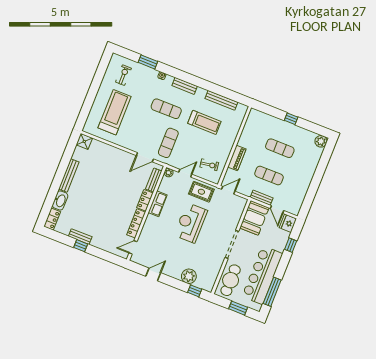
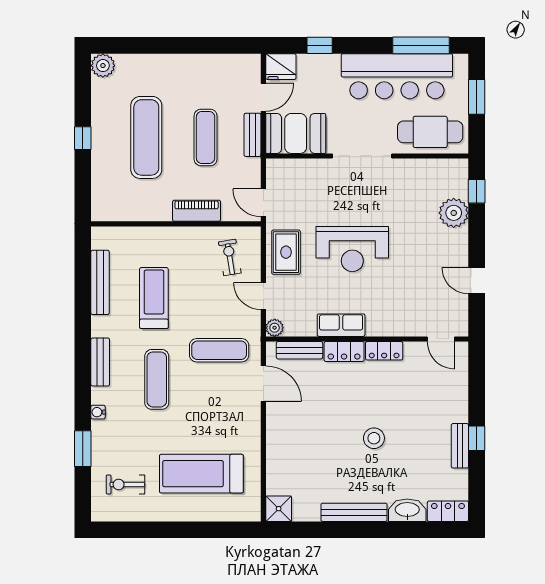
exercise mat: (280, 148) -> (146, 137), width x1.36, depth x1.45
stool: (99, 198) -> (374, 438), added
locker: (136, 223) -> (384, 351), width x0.66

